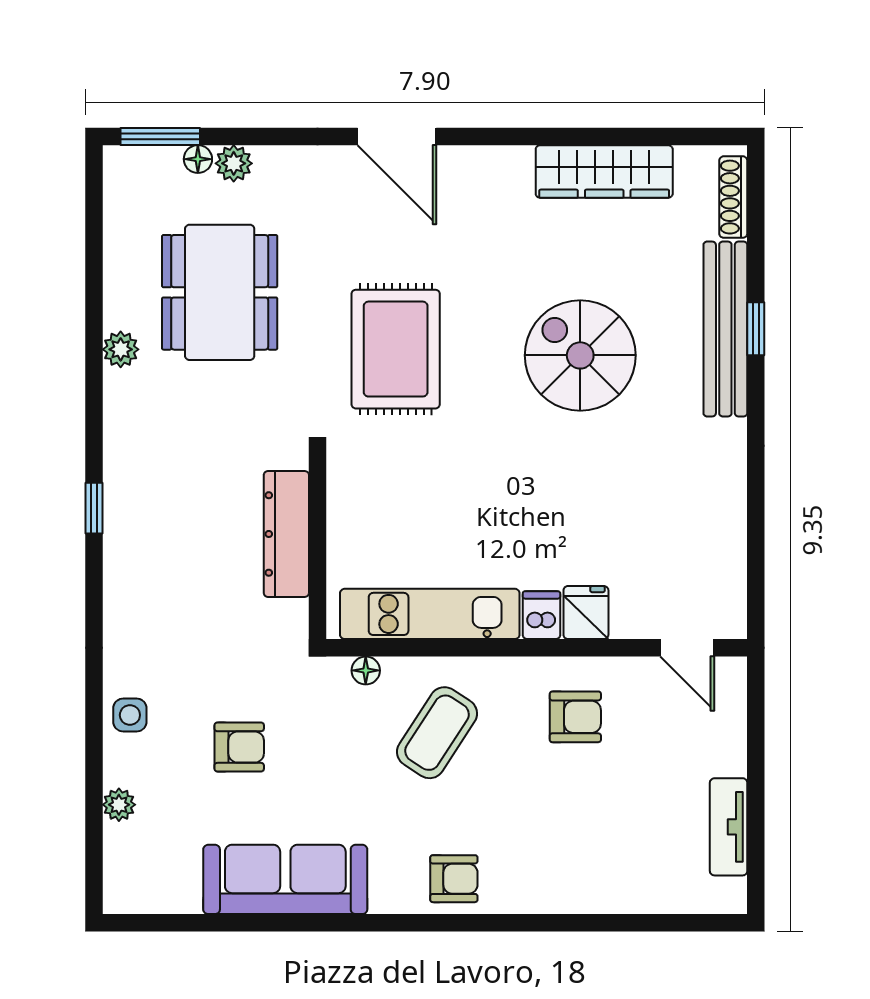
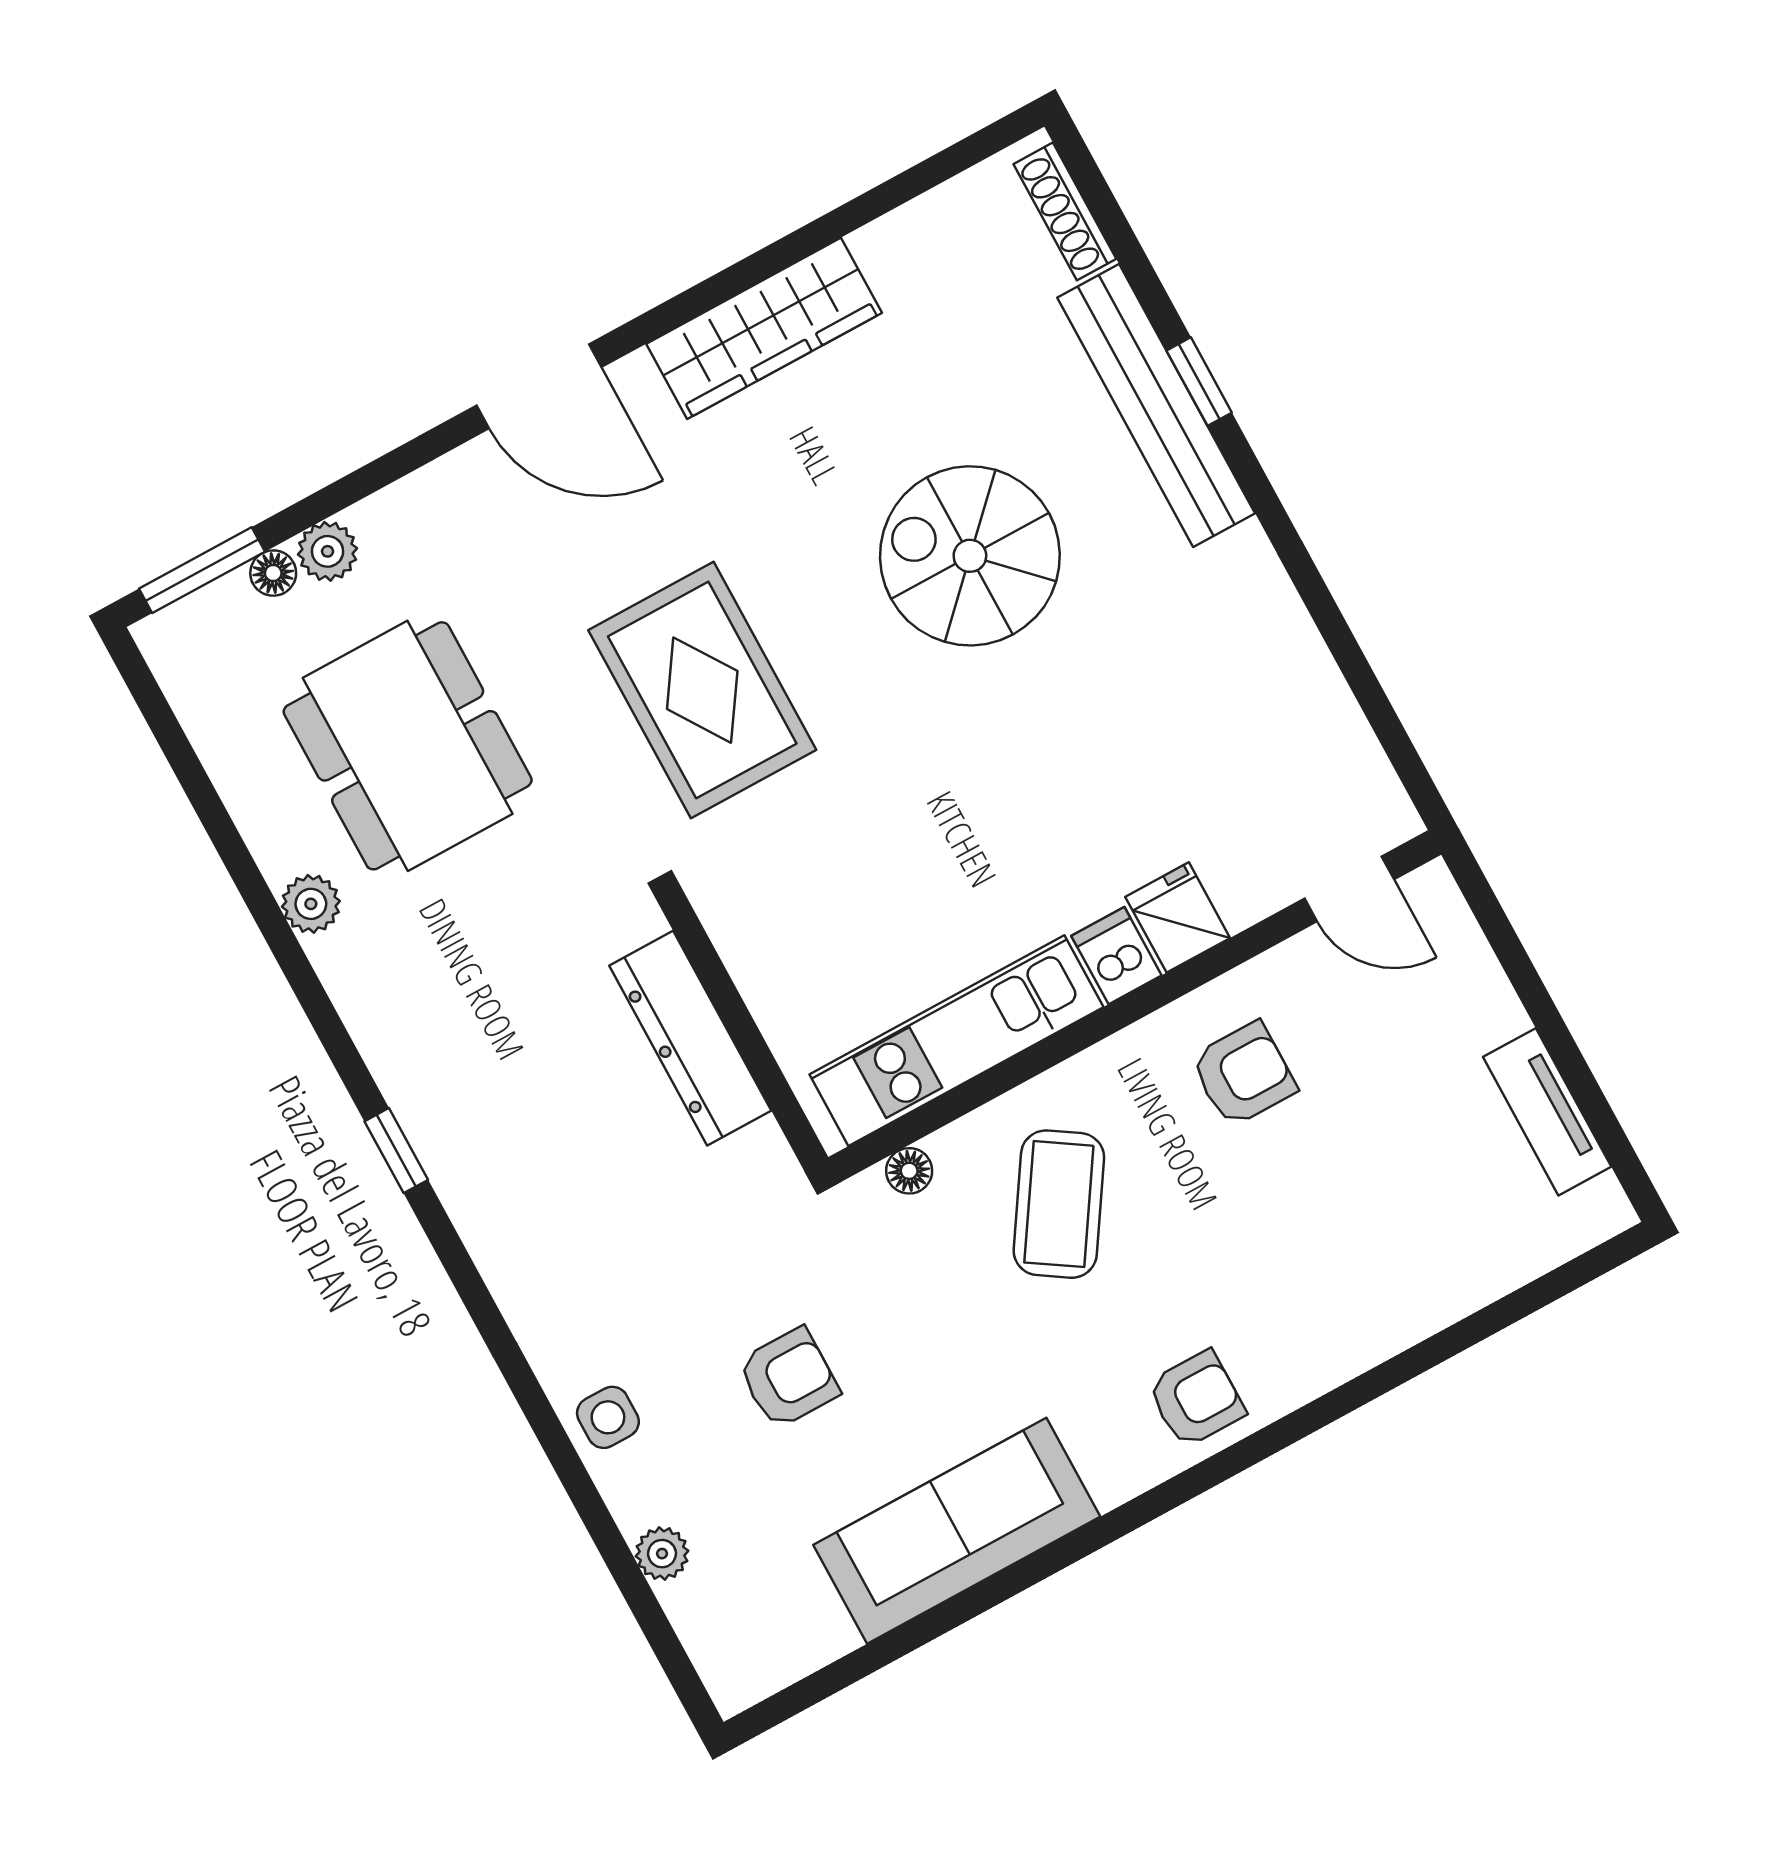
wardrobe: (604, 172) -> (764, 328), moved

